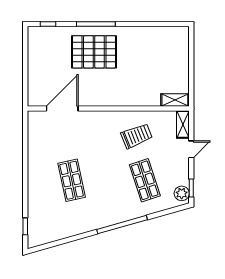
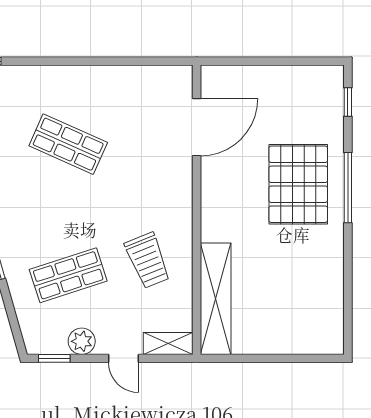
shelving: (175, 100) -> (216, 299), width x2.20, depth x1.33
door: (62, 109) -> (197, 127), hinge flipped
shop shelf: (72, 180) -> (68, 144), turned 36
plant: (182, 193) -> (82, 341), moved

